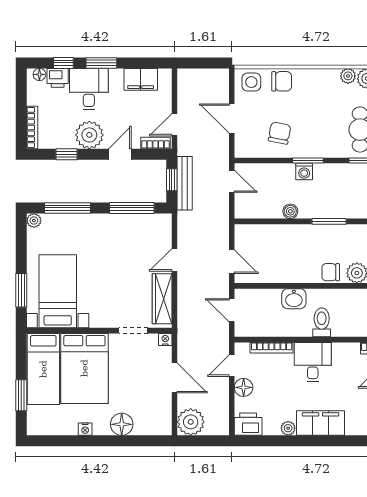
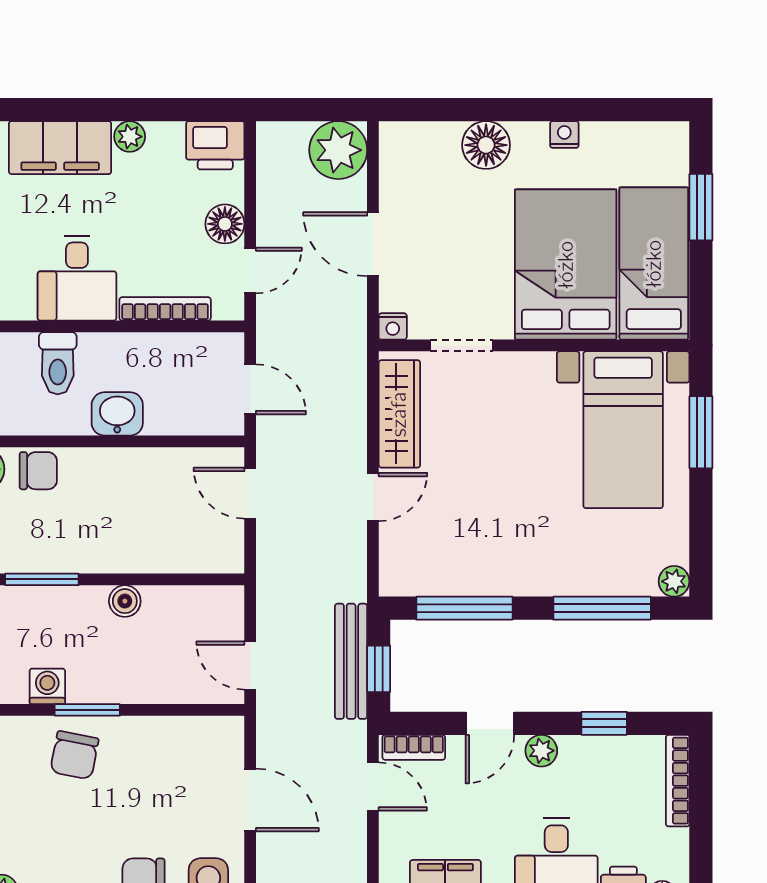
door: (174, 125) -> (373, 786), hinge flipped
chair: (280, 133) -> (74, 755), moved
plant: (89, 135) -> (541, 751), width x0.53, depth x0.53
washing machine: (304, 171) -> (47, 686), moved

